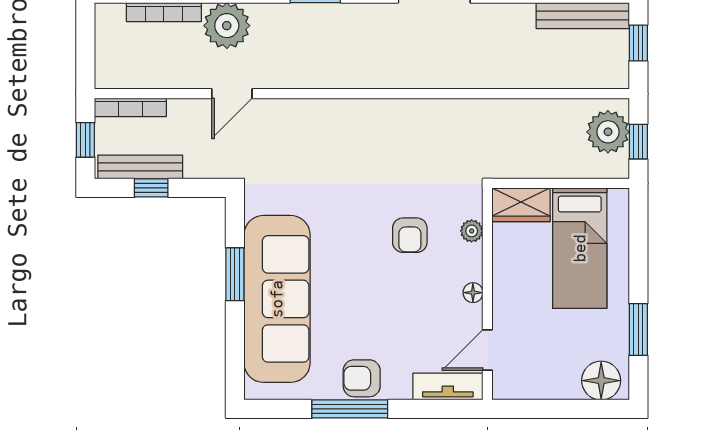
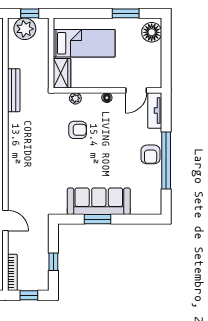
bench: (140, 167) -> (14, 90), moved
sofa: (277, 299) -> (99, 201), width x0.74, depth x0.79
door: (487, 350) -> (136, 90), hinge flipped
window: (350, 409) -> (166, 161), width x1.46

